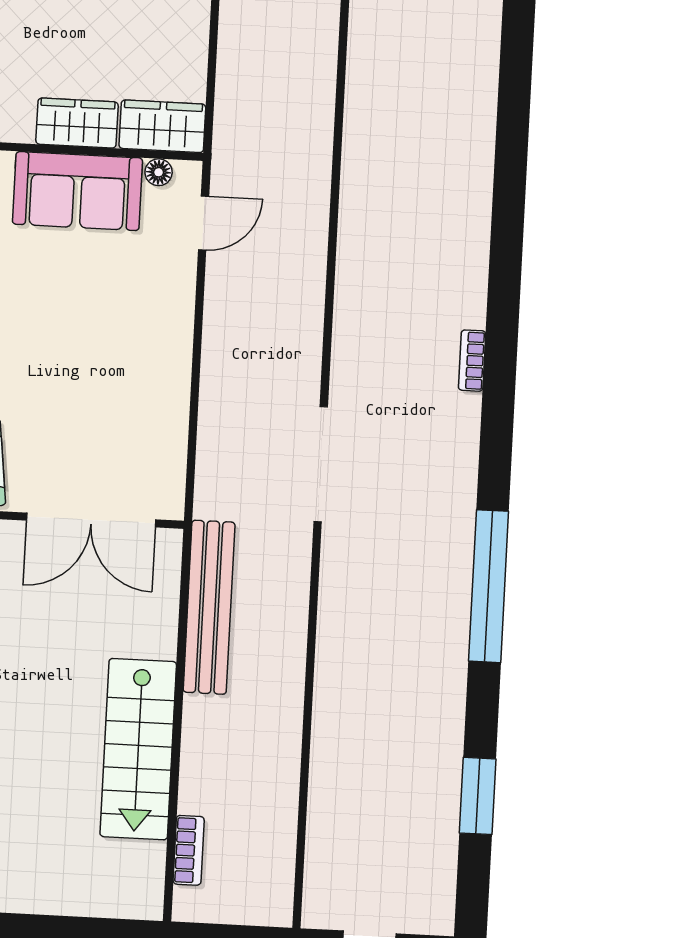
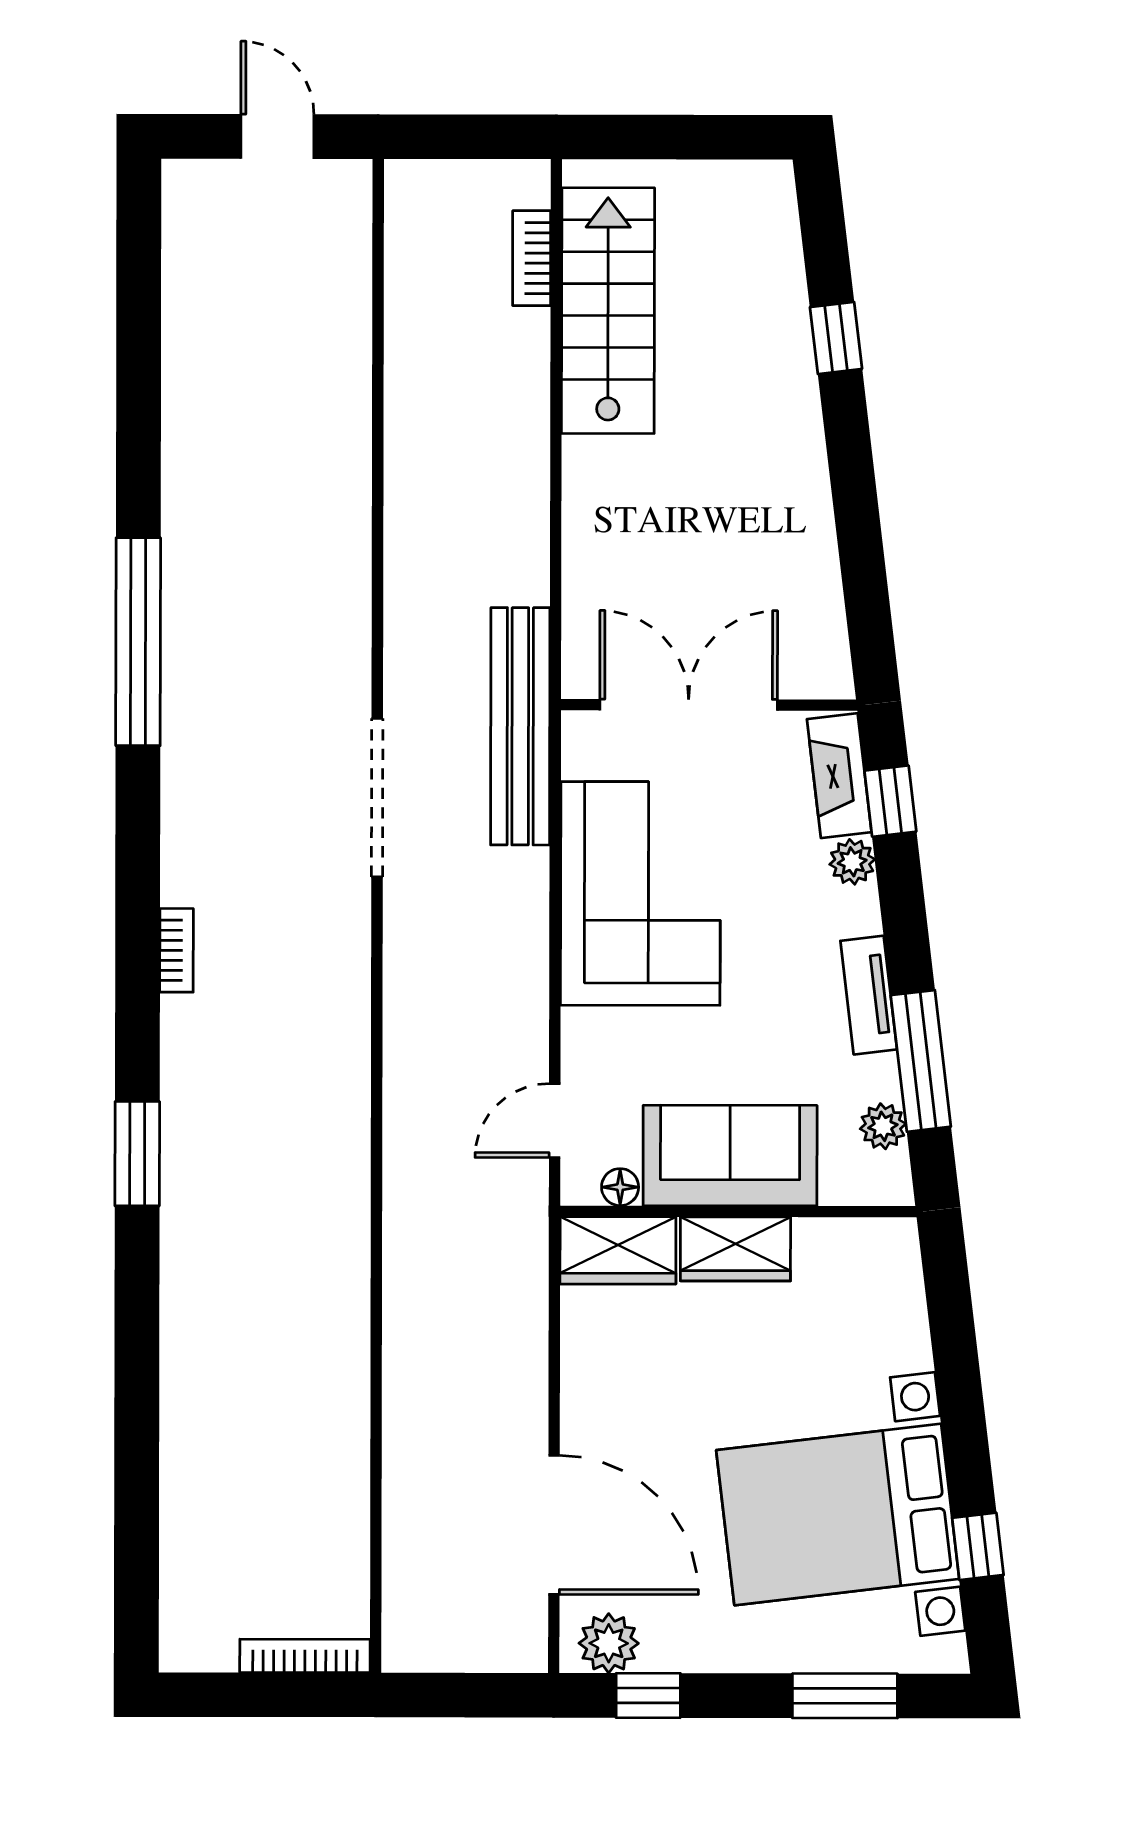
corner sofa: (133, 385) -> (640, 893), added
bench: (209, 607) -> (520, 726), moved
stairs: (138, 749) -> (608, 311), moved
window: (478, 796) -> (137, 1154), moved

